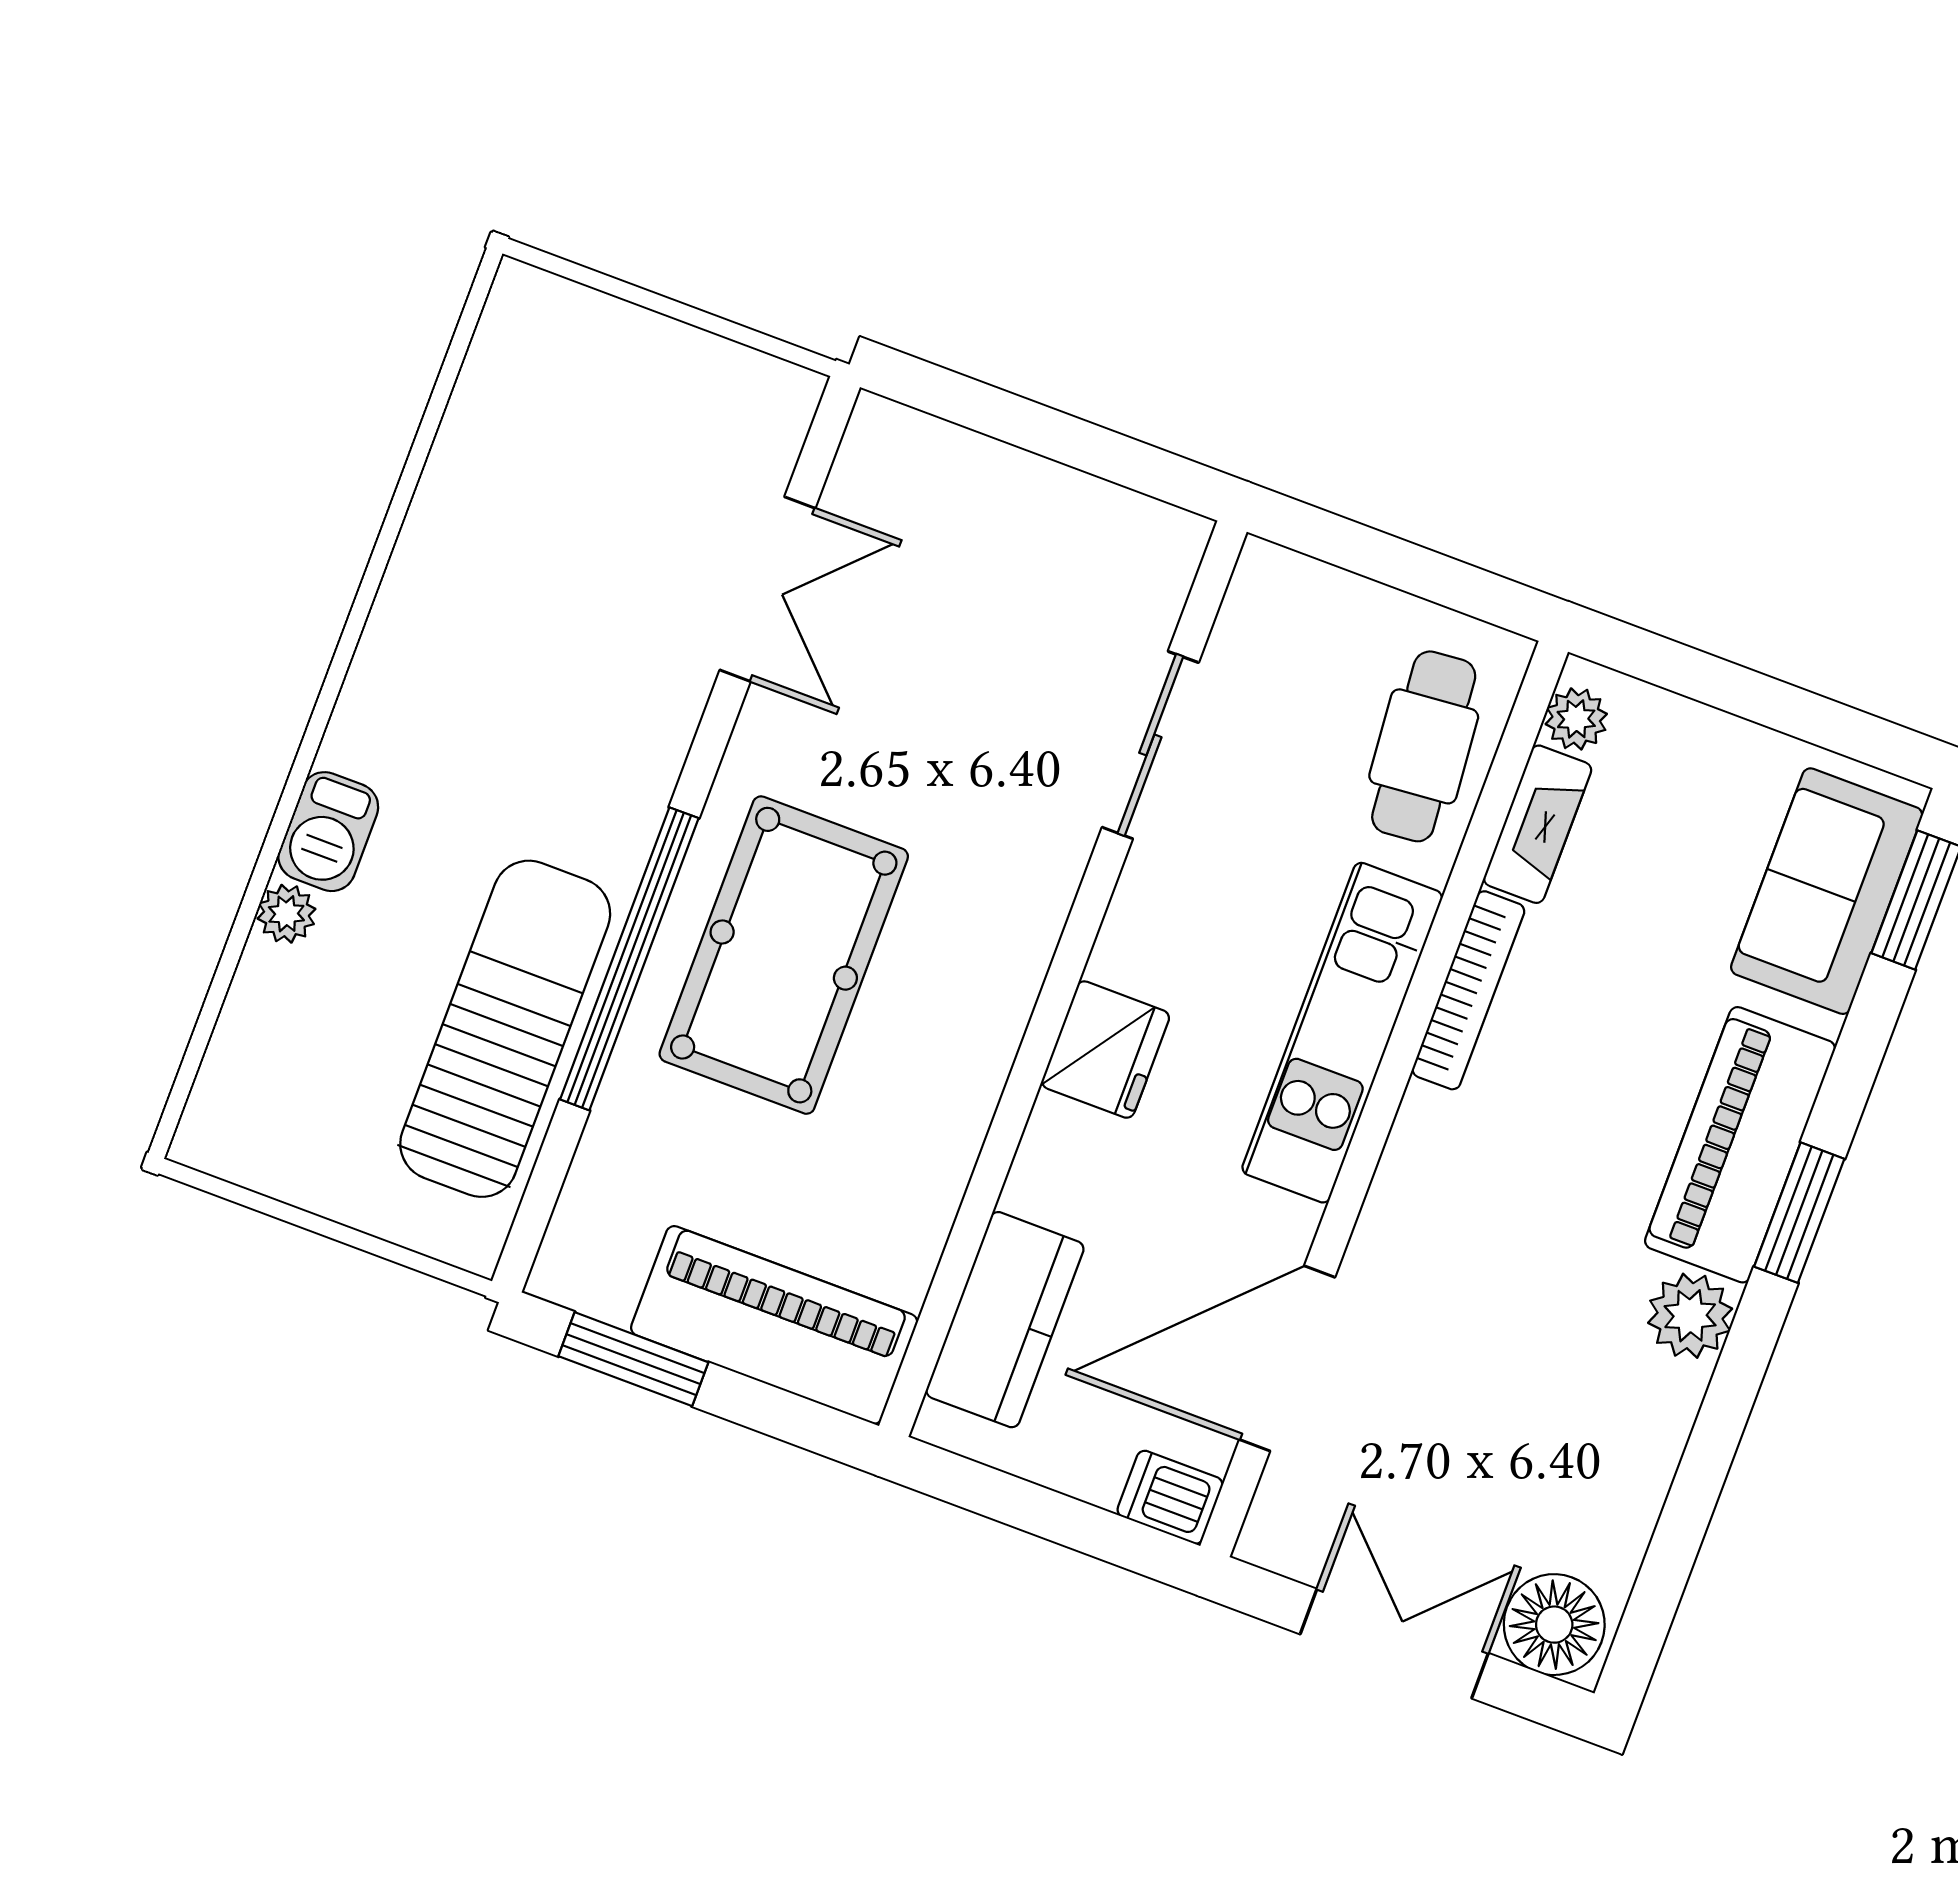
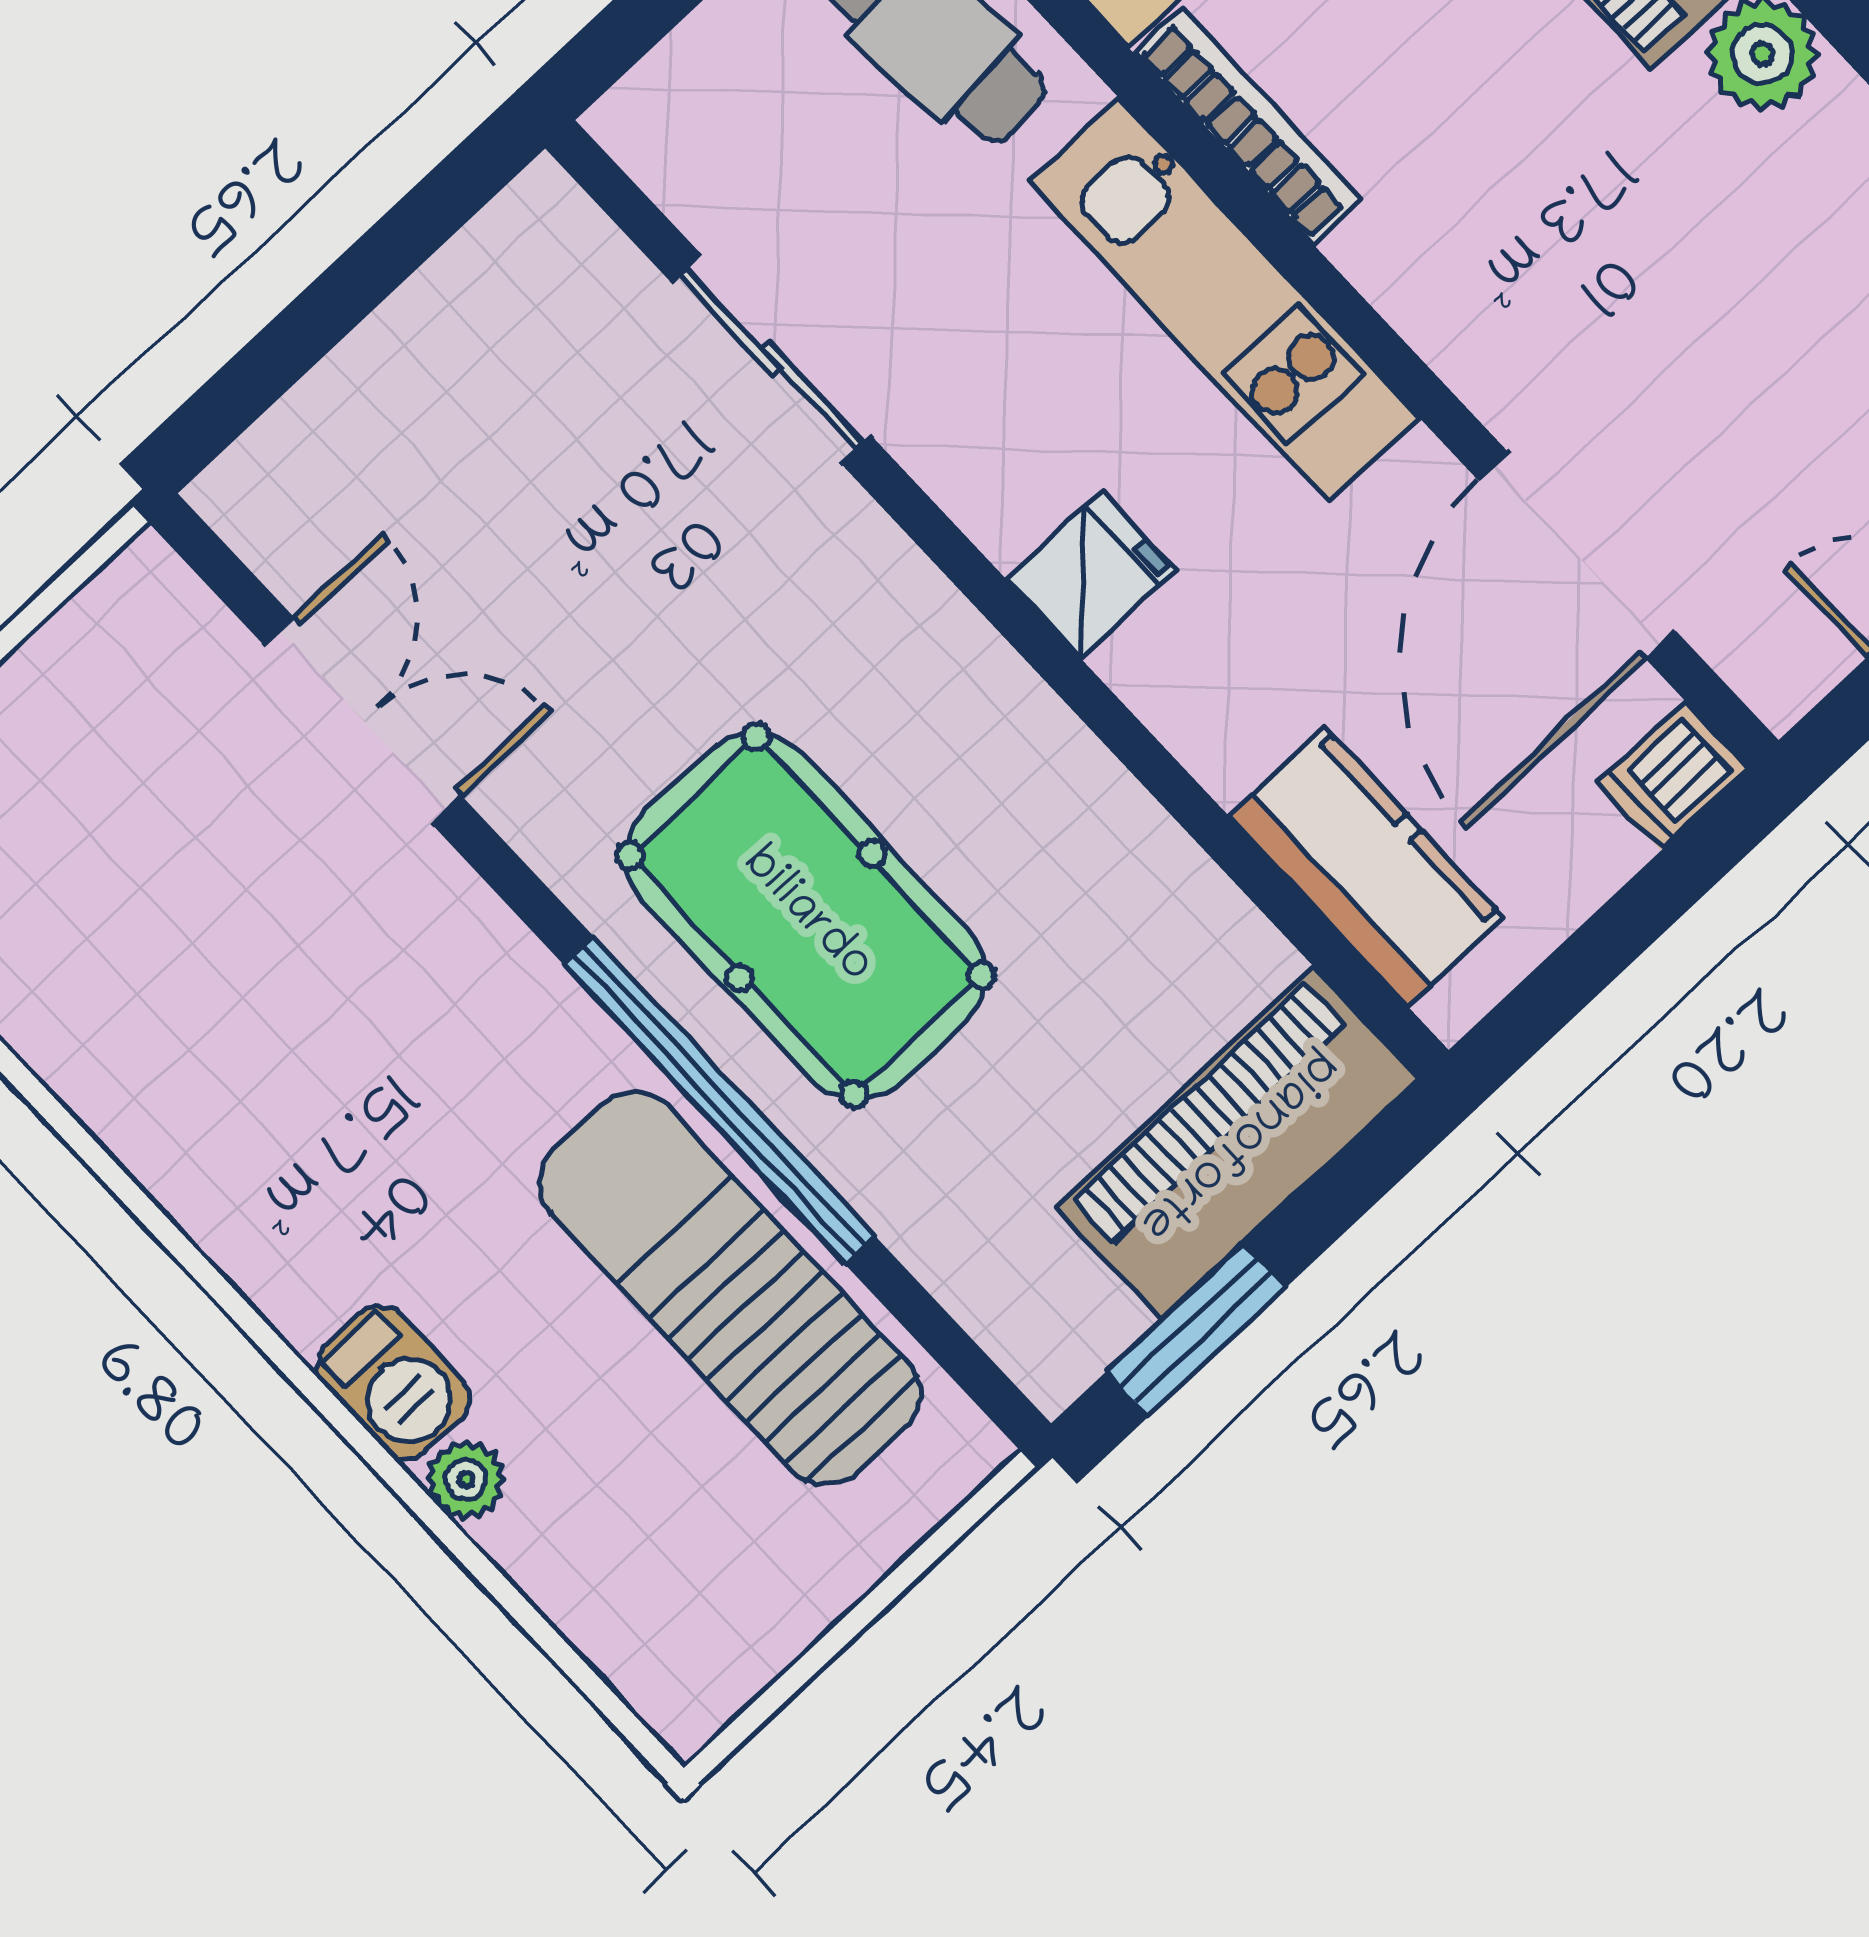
fridge: (1105, 1050) -> (1091, 575), width x0.72

